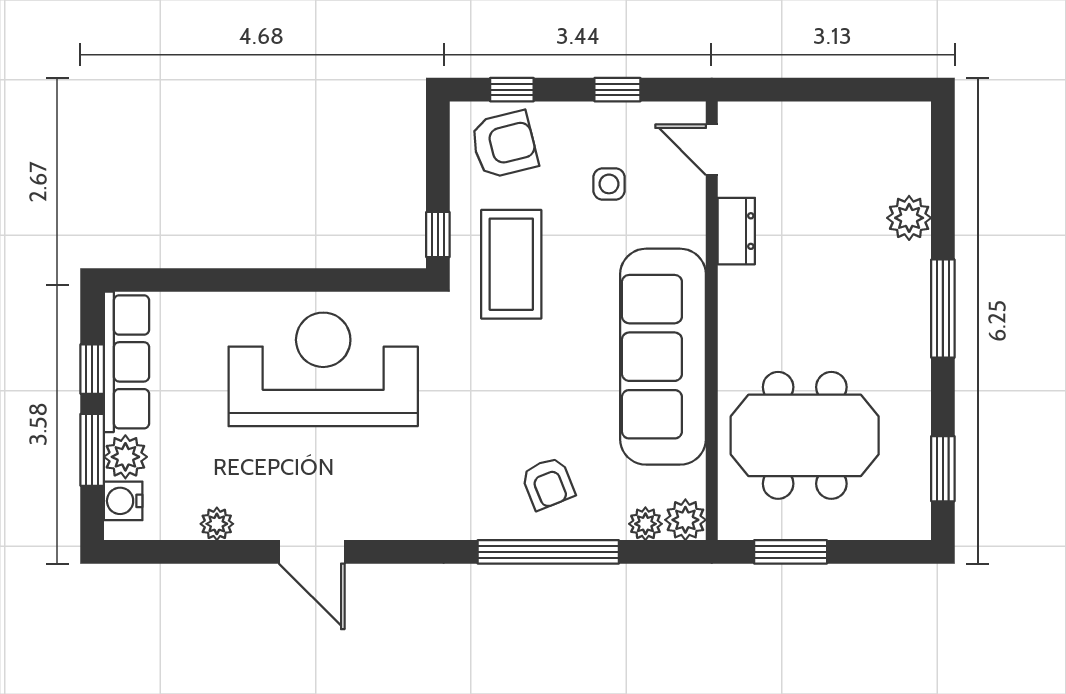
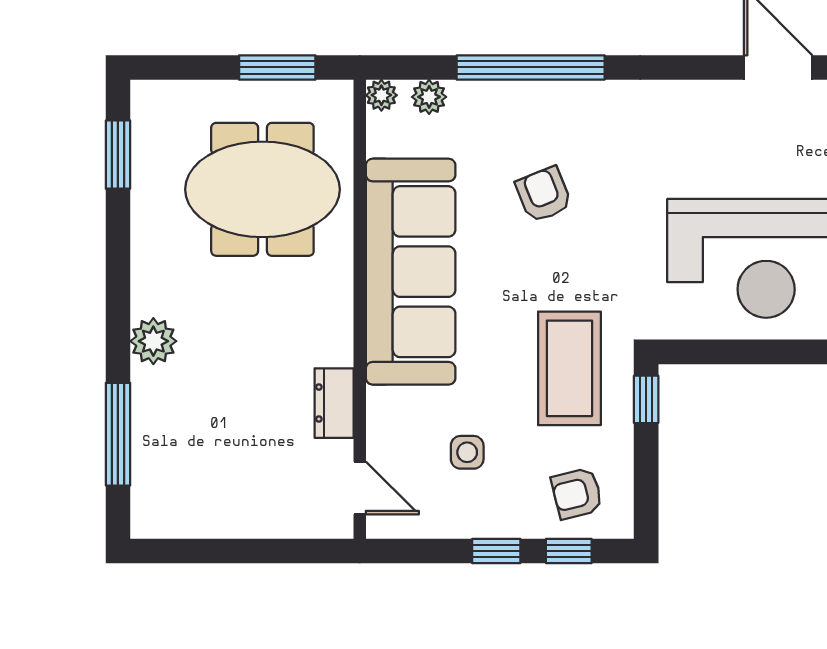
window: (617, 90) -> (496, 551), moved
armchair: (504, 145) -> (577, 493), width x0.72, depth x0.72
plant: (909, 218) -> (153, 341), moved
window: (943, 309) -> (118, 434), moved
armchair: (548, 483) -> (544, 194), moved
plant: (685, 520) -> (381, 95), width x0.73, depth x0.73

